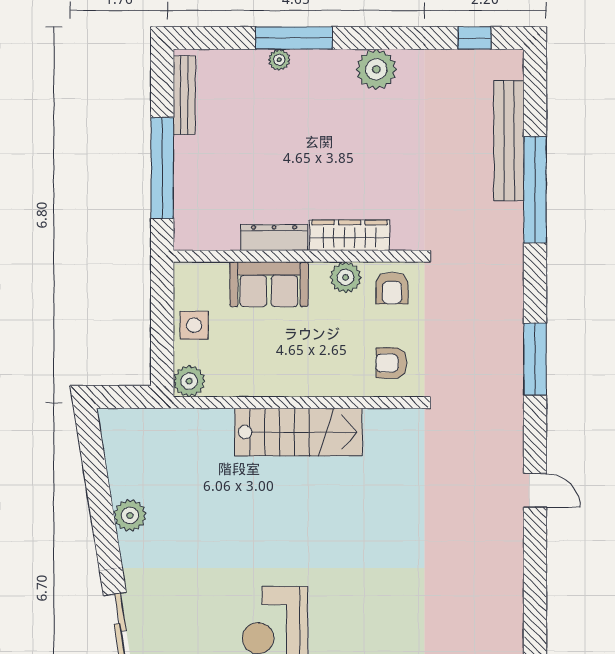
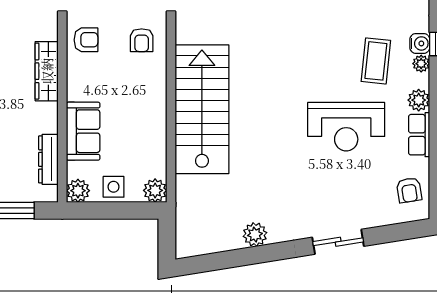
dresser: (274, 238) -> (48, 159), moved
plant: (345, 277) -> (78, 191), moved
stairs: (298, 432) -> (202, 109), width x1.36, depth x1.51

